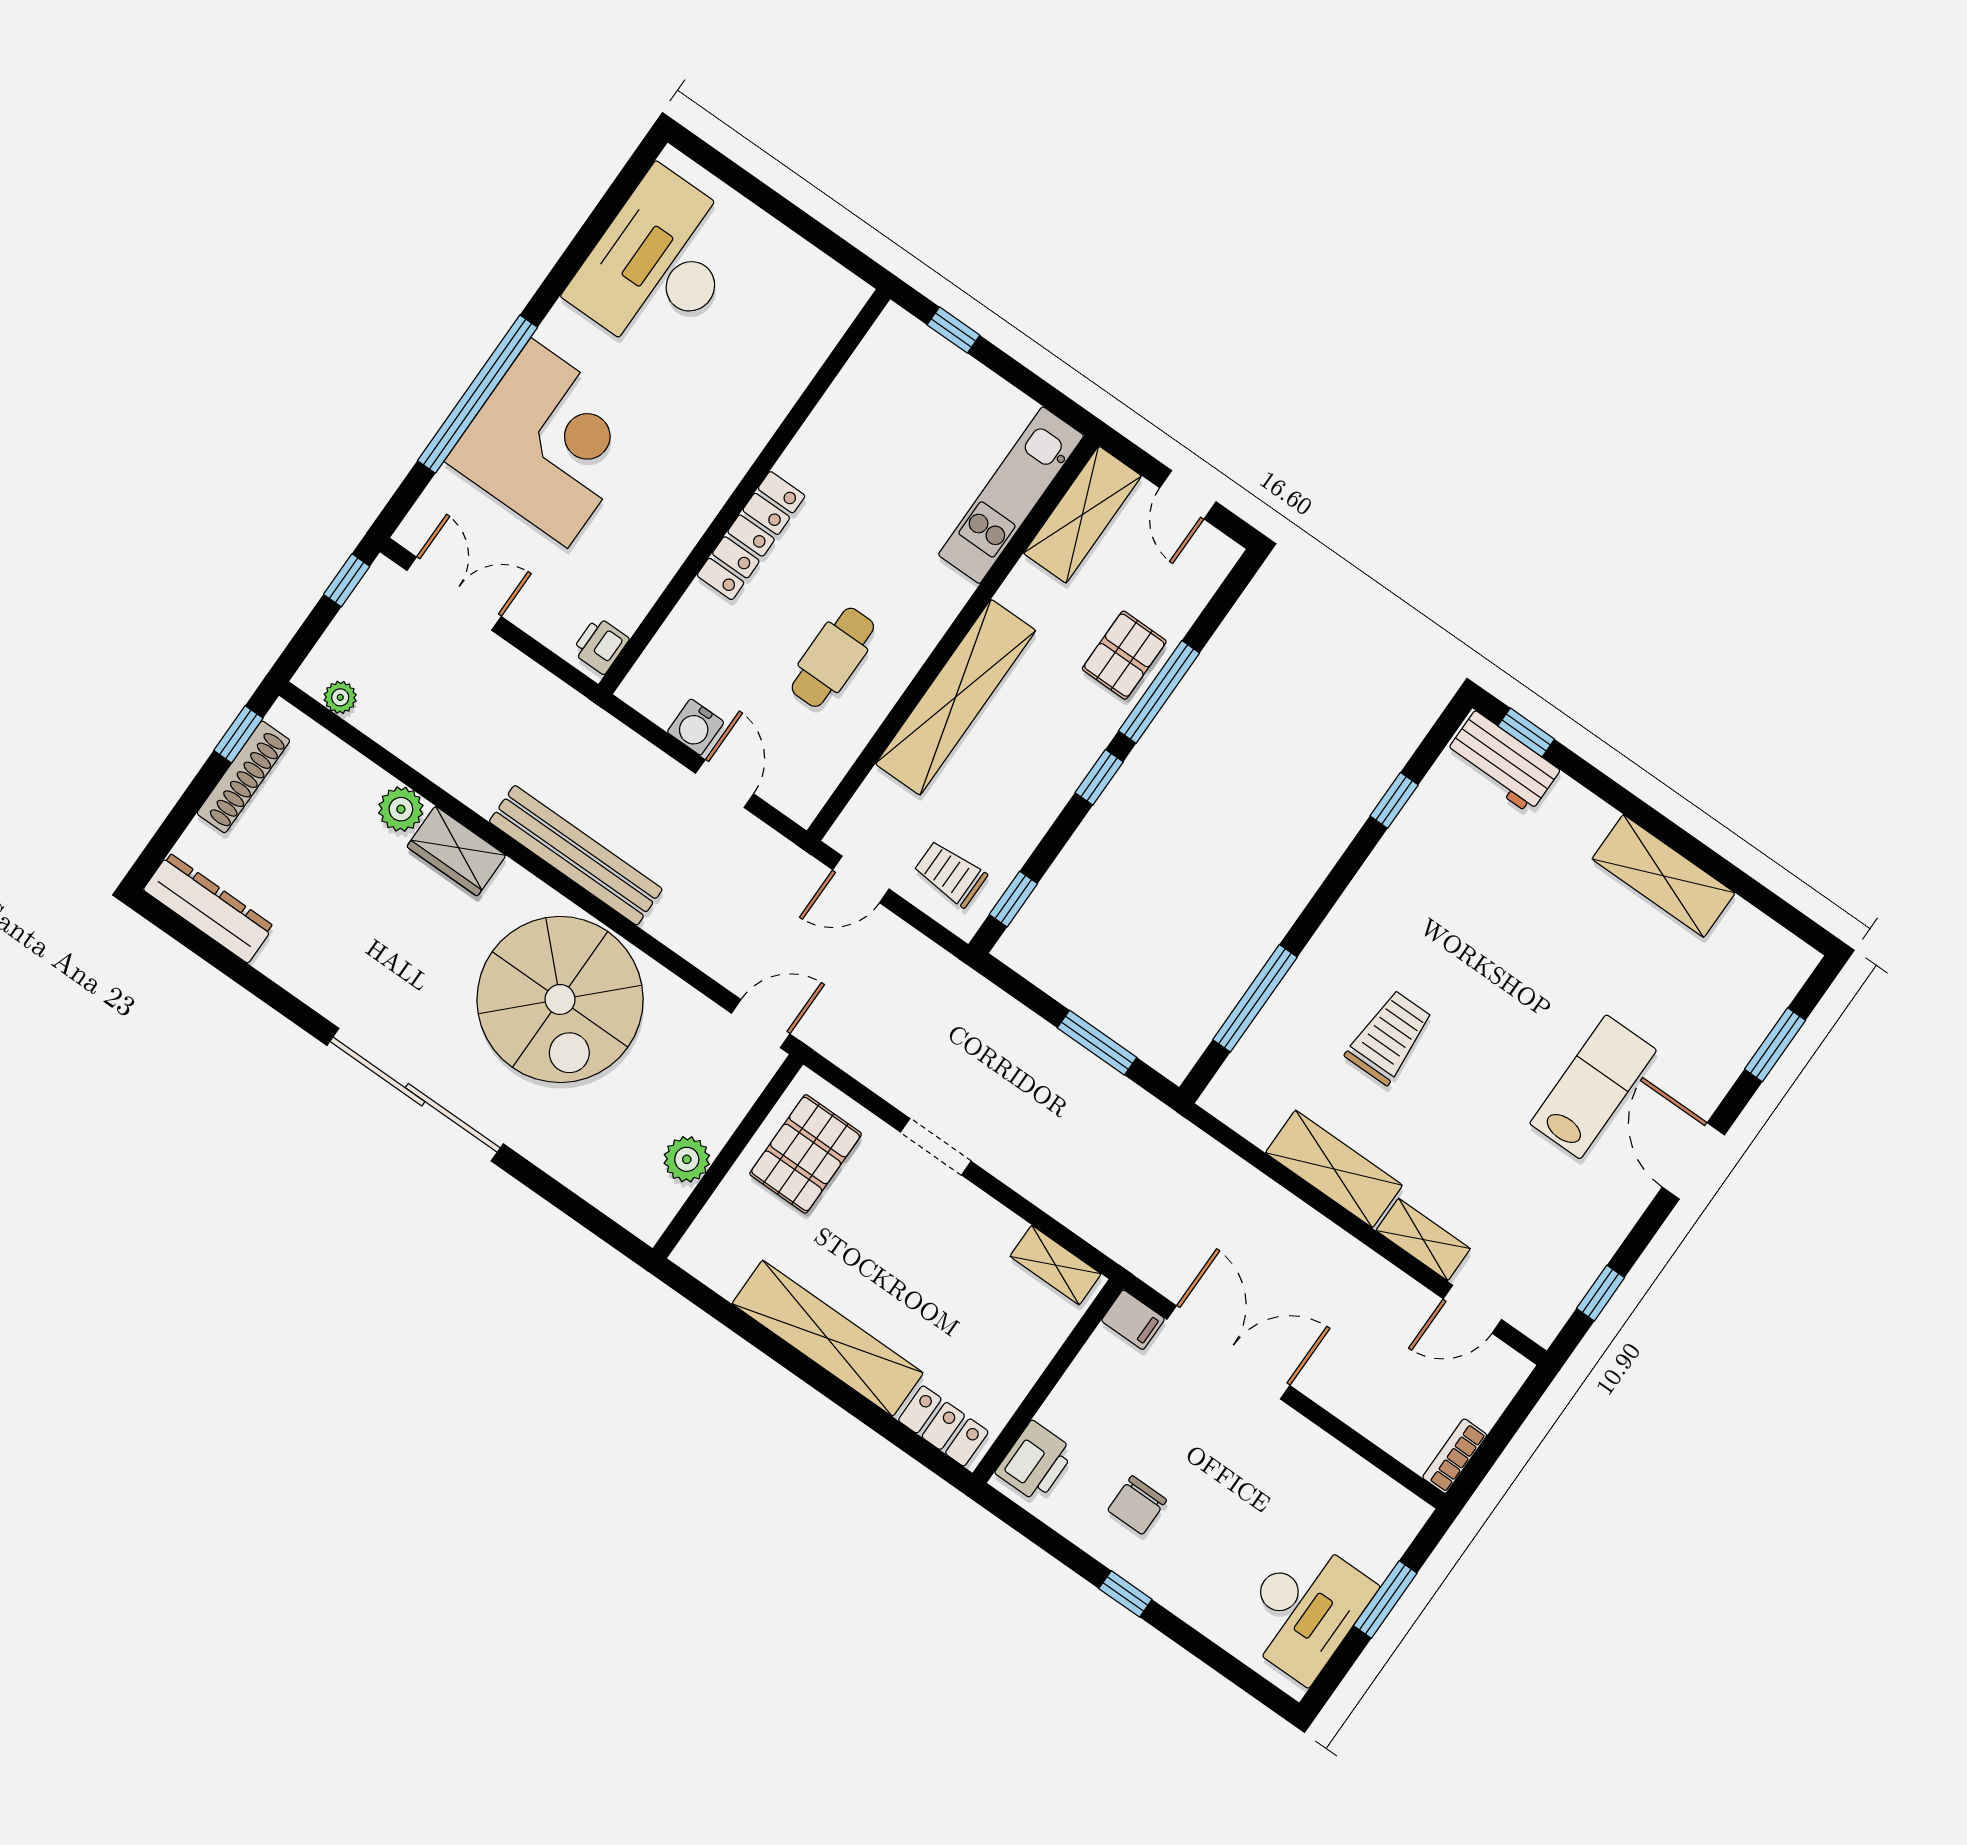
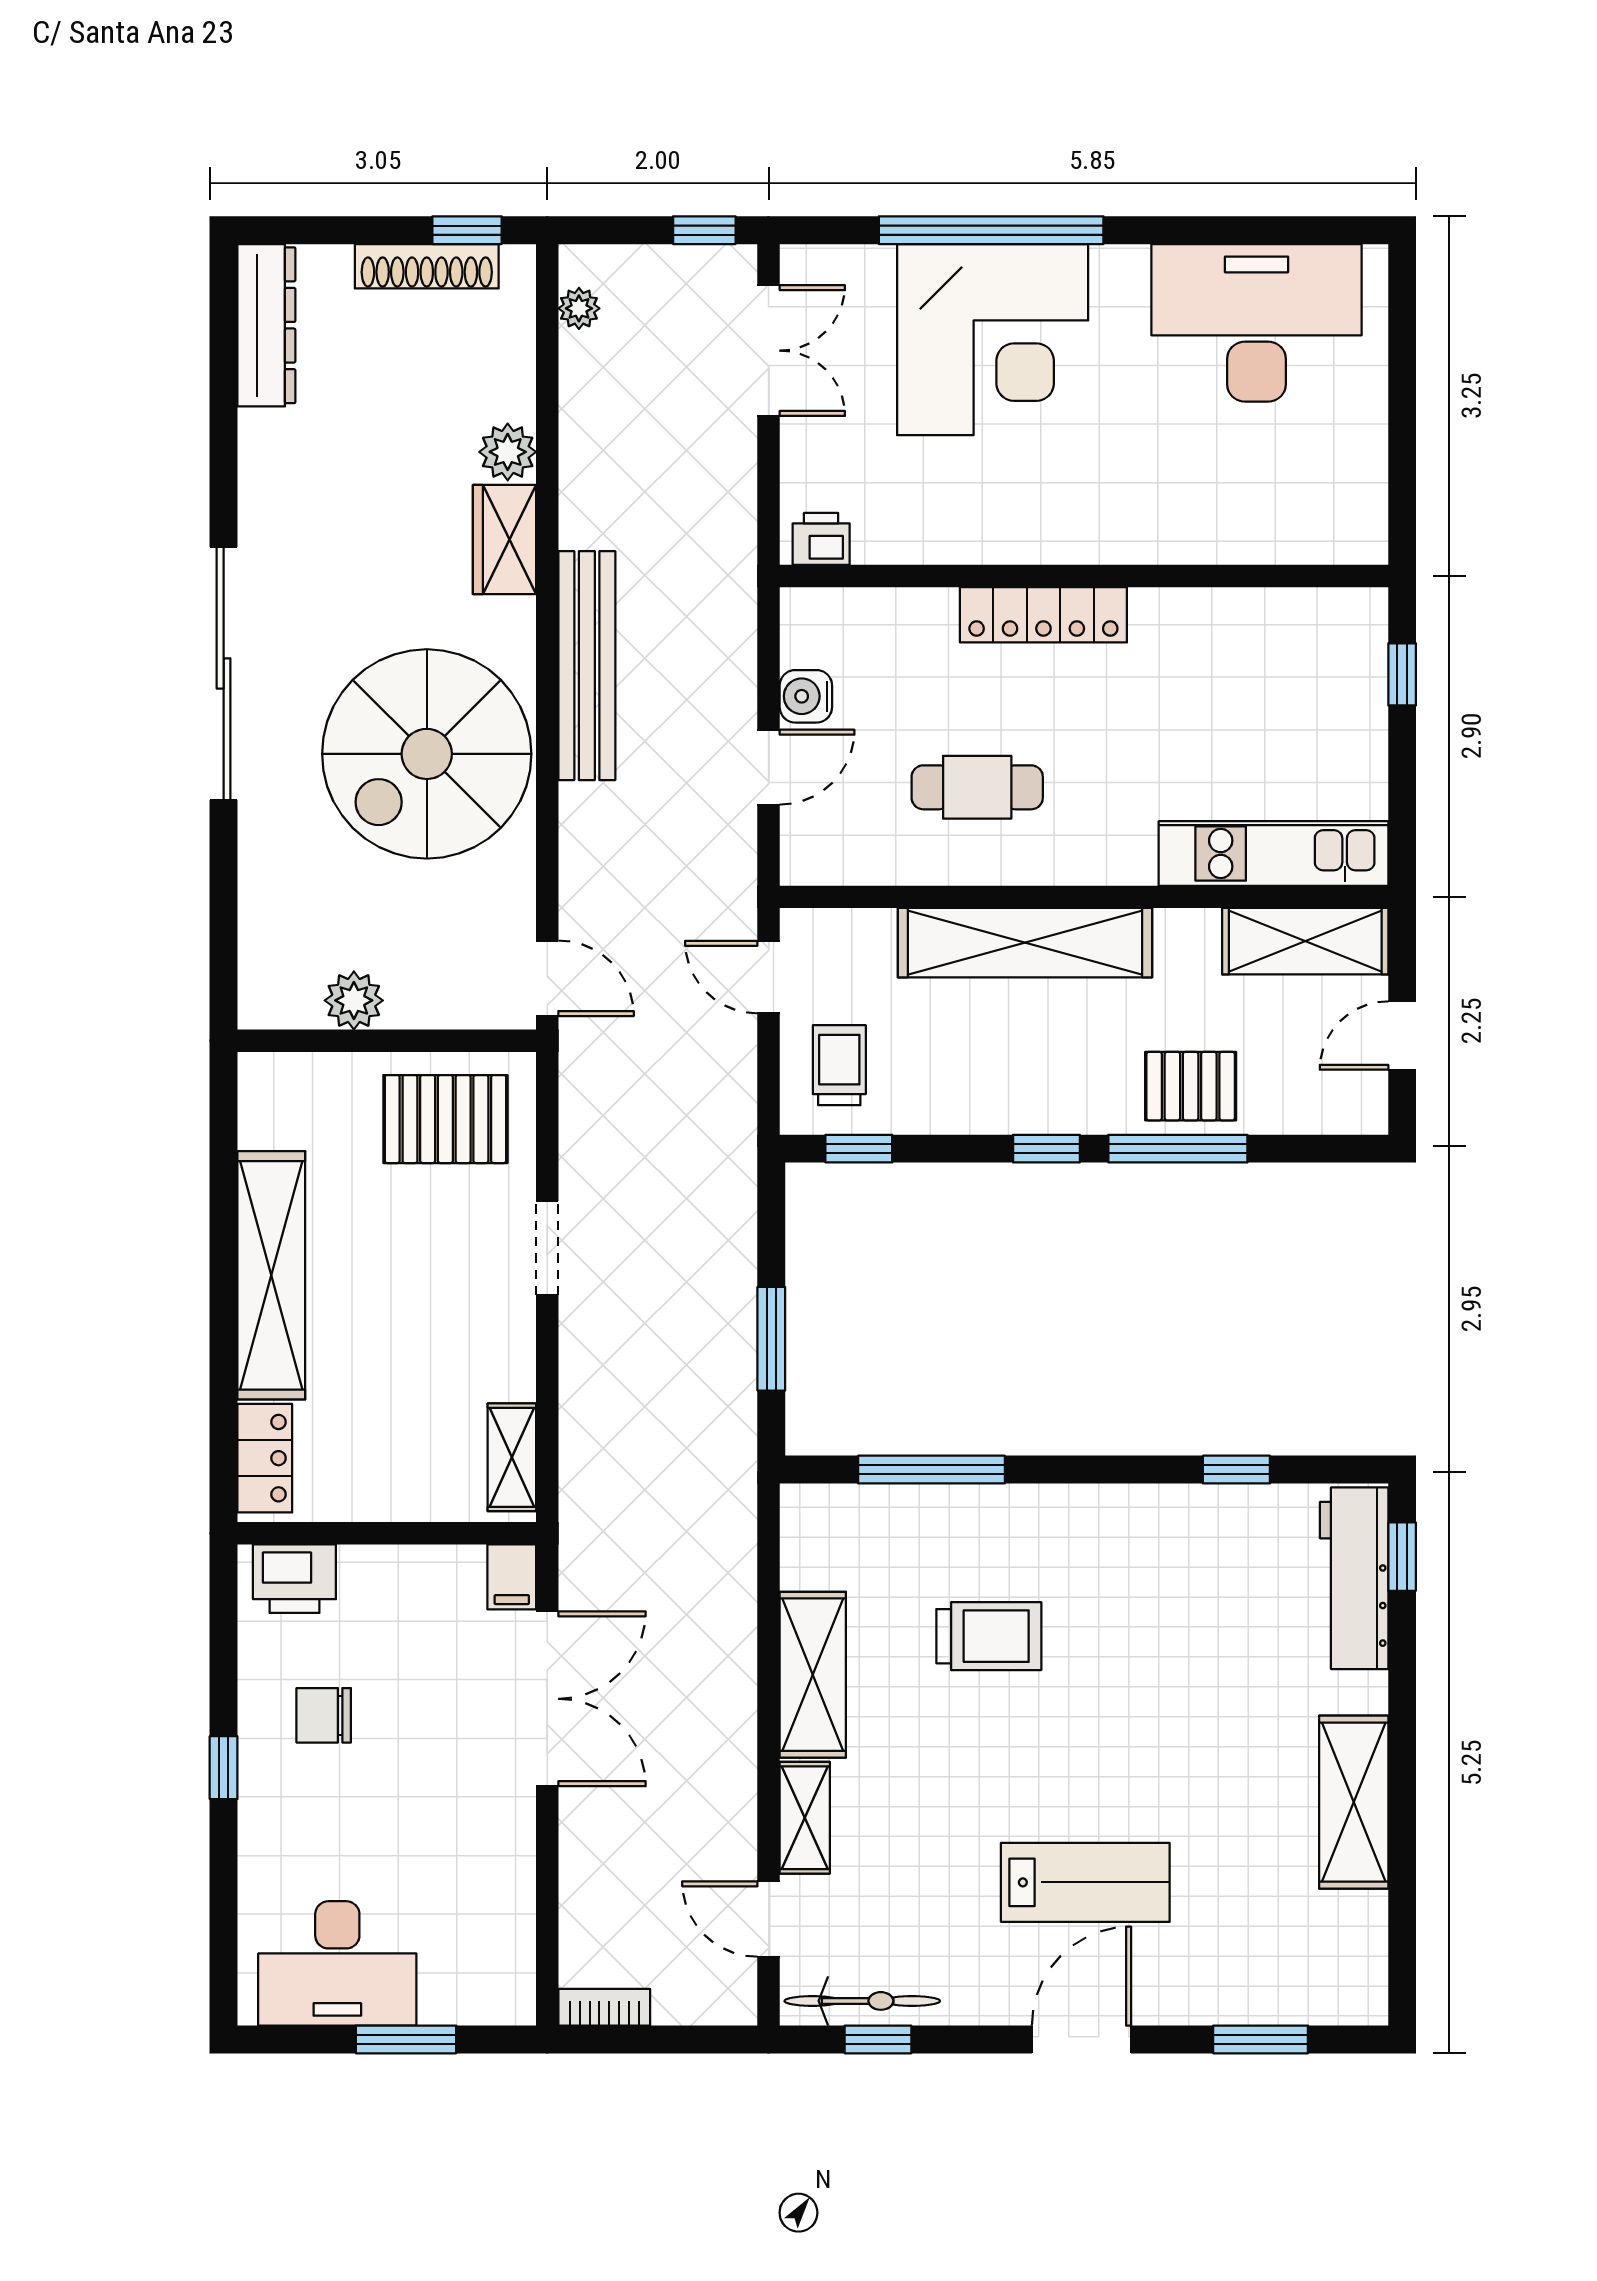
workbench: (1502, 762) -> (1354, 1578), width x1.38
bicycle: (1568, 1286) -> (862, 2001), added

